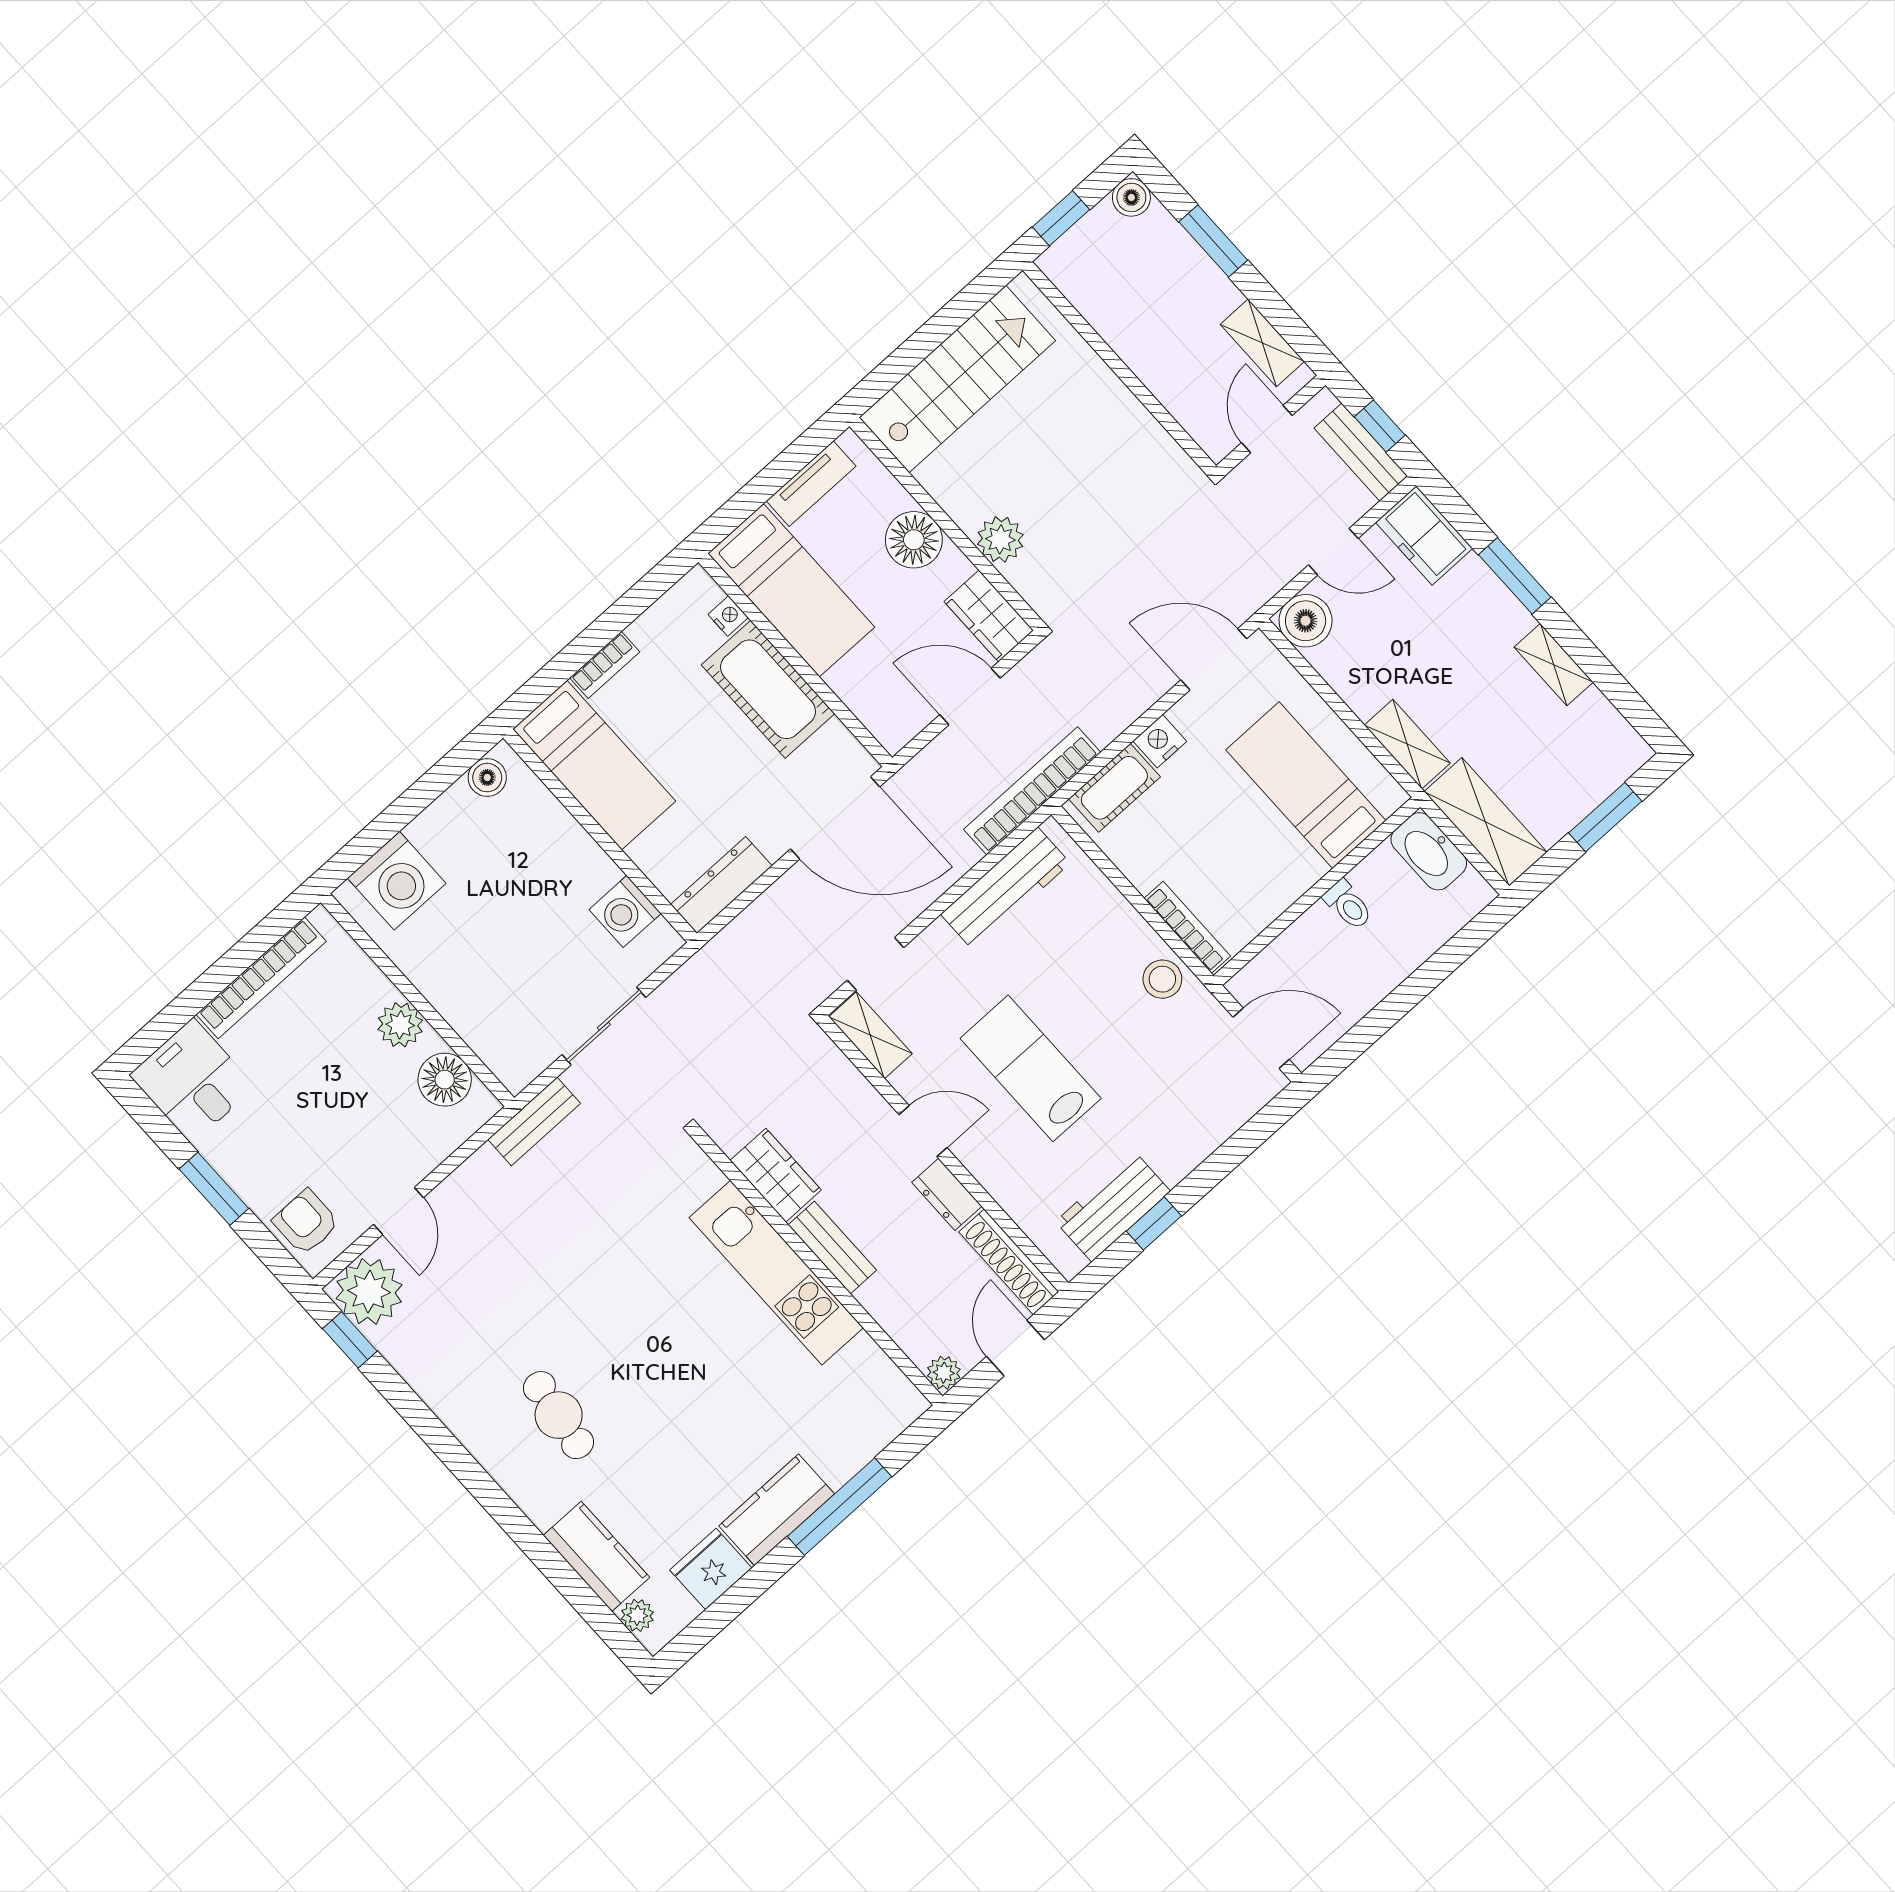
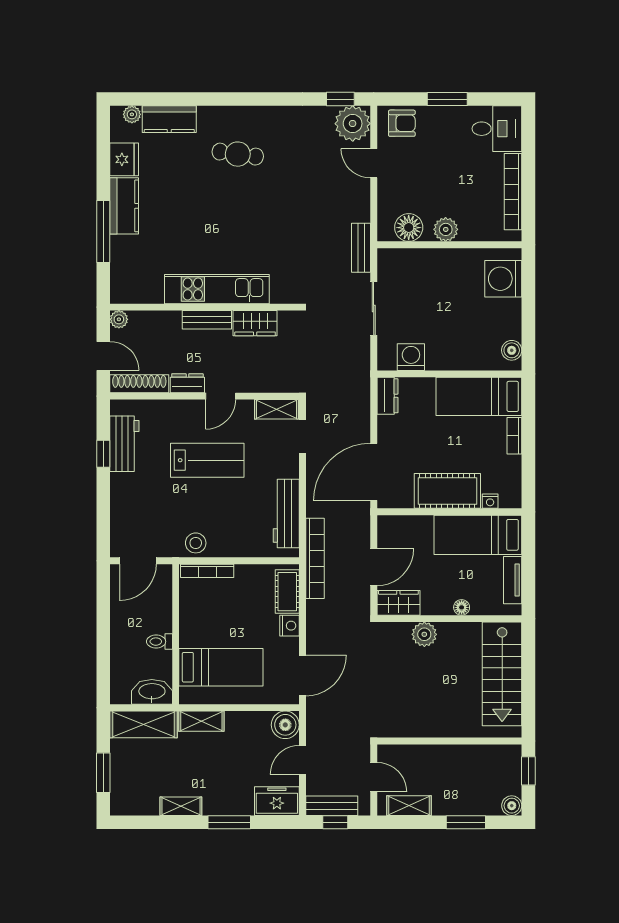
floor lamp: (914, 540) -> (462, 607), width x0.53, depth x0.53
dresser: (721, 885) -> (387, 396), width x0.70

